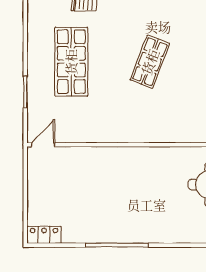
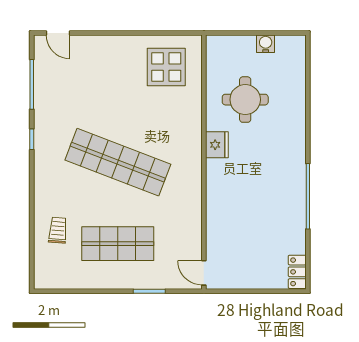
shop shelf: (150, 62) -> (118, 162), width x2.00, depth x1.36
fridge: (167, 157) -> (217, 145), added

